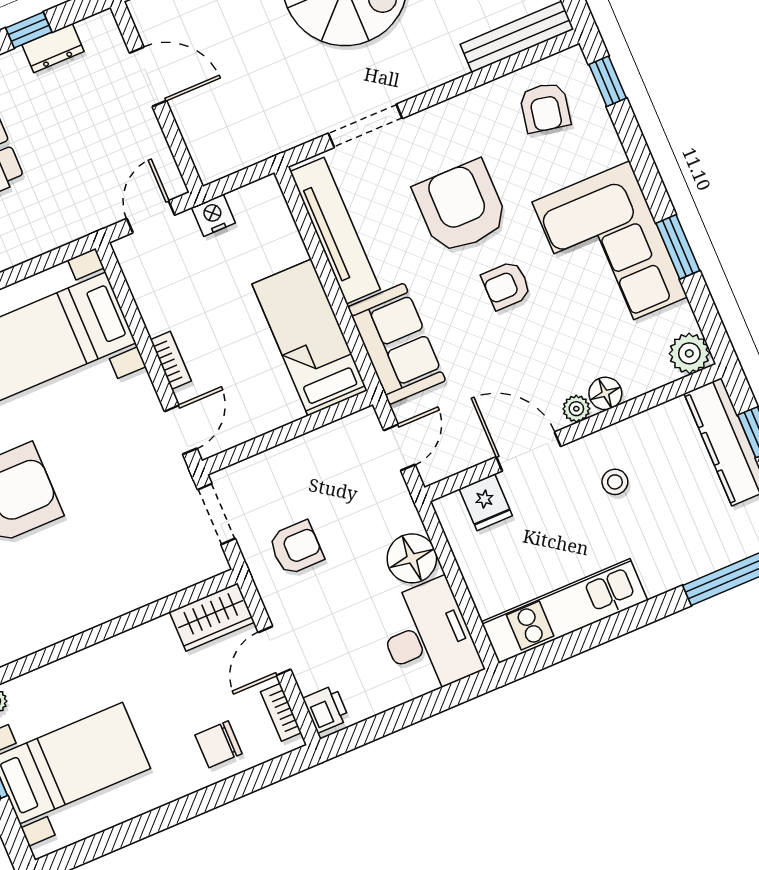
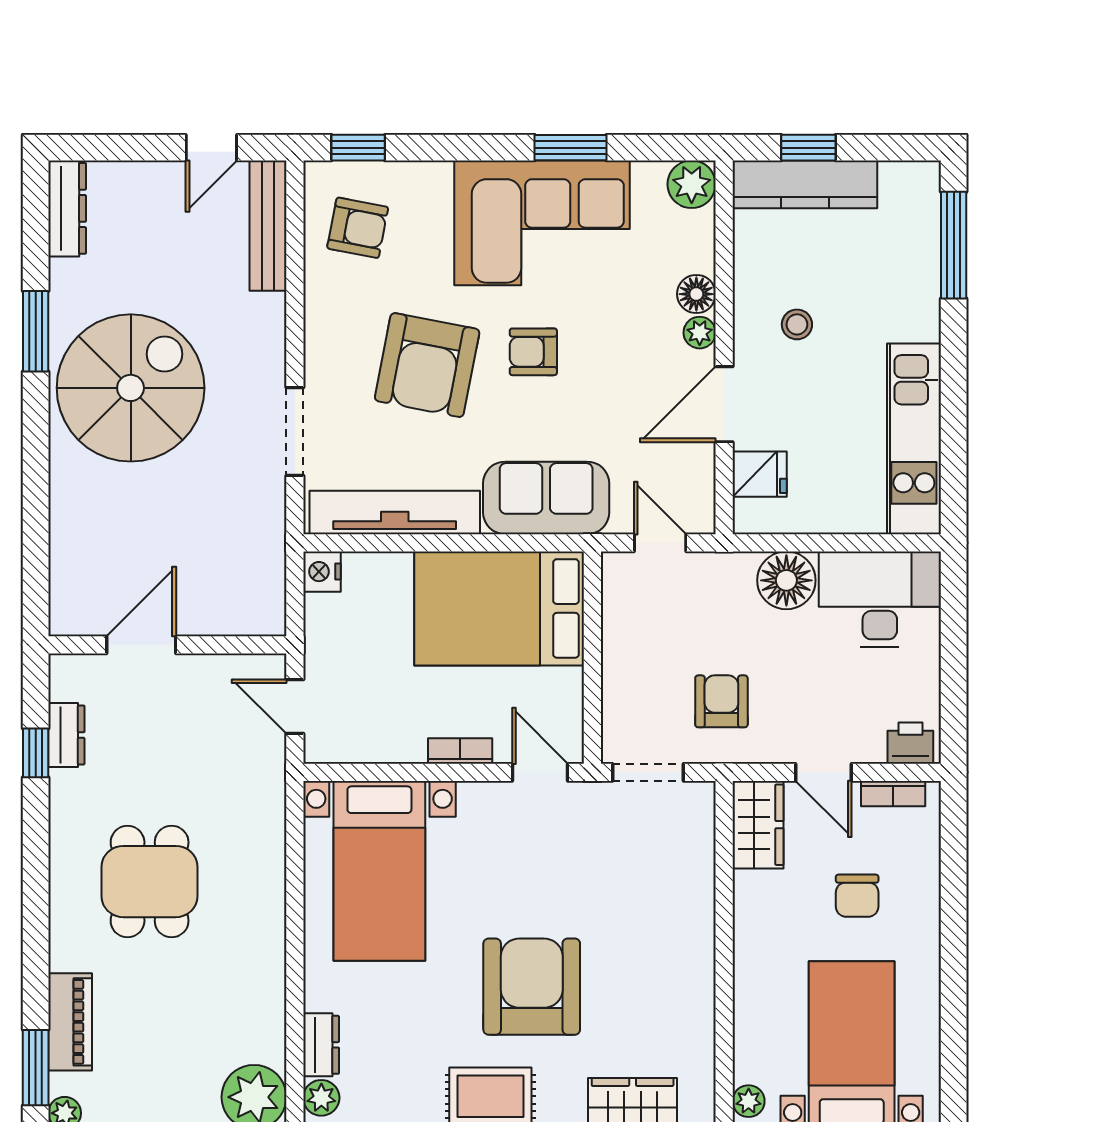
armchair: (461, 207) -> (427, 365), turned -79
nightstand: (213, 215) -> (322, 572), moved
armchair: (506, 285) -> (533, 352), turned 90
bed: (310, 337) -> (499, 608), width x1.50
chair: (219, 744) -> (857, 896), moved

